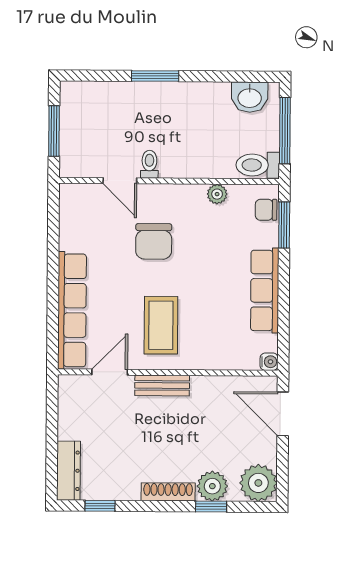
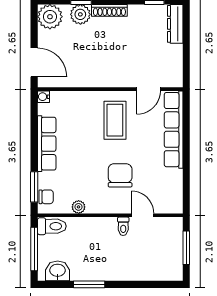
window: (155, 76) -> (89, 284), moved
bench: (162, 385) -> (114, 80), removed

